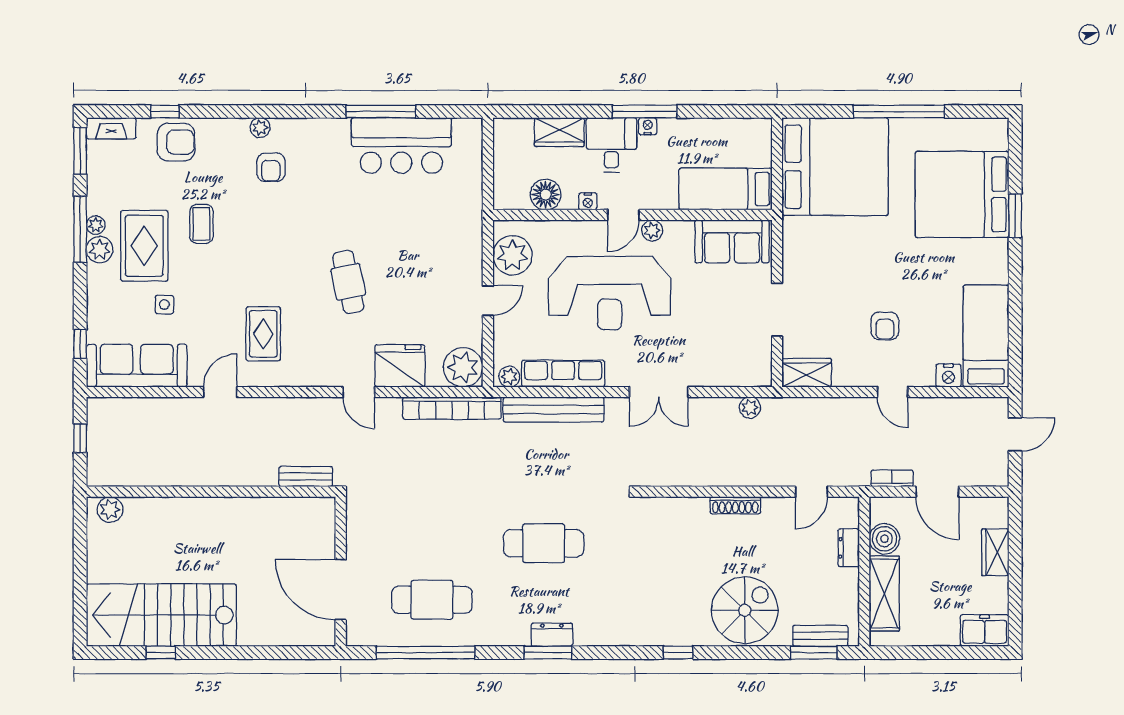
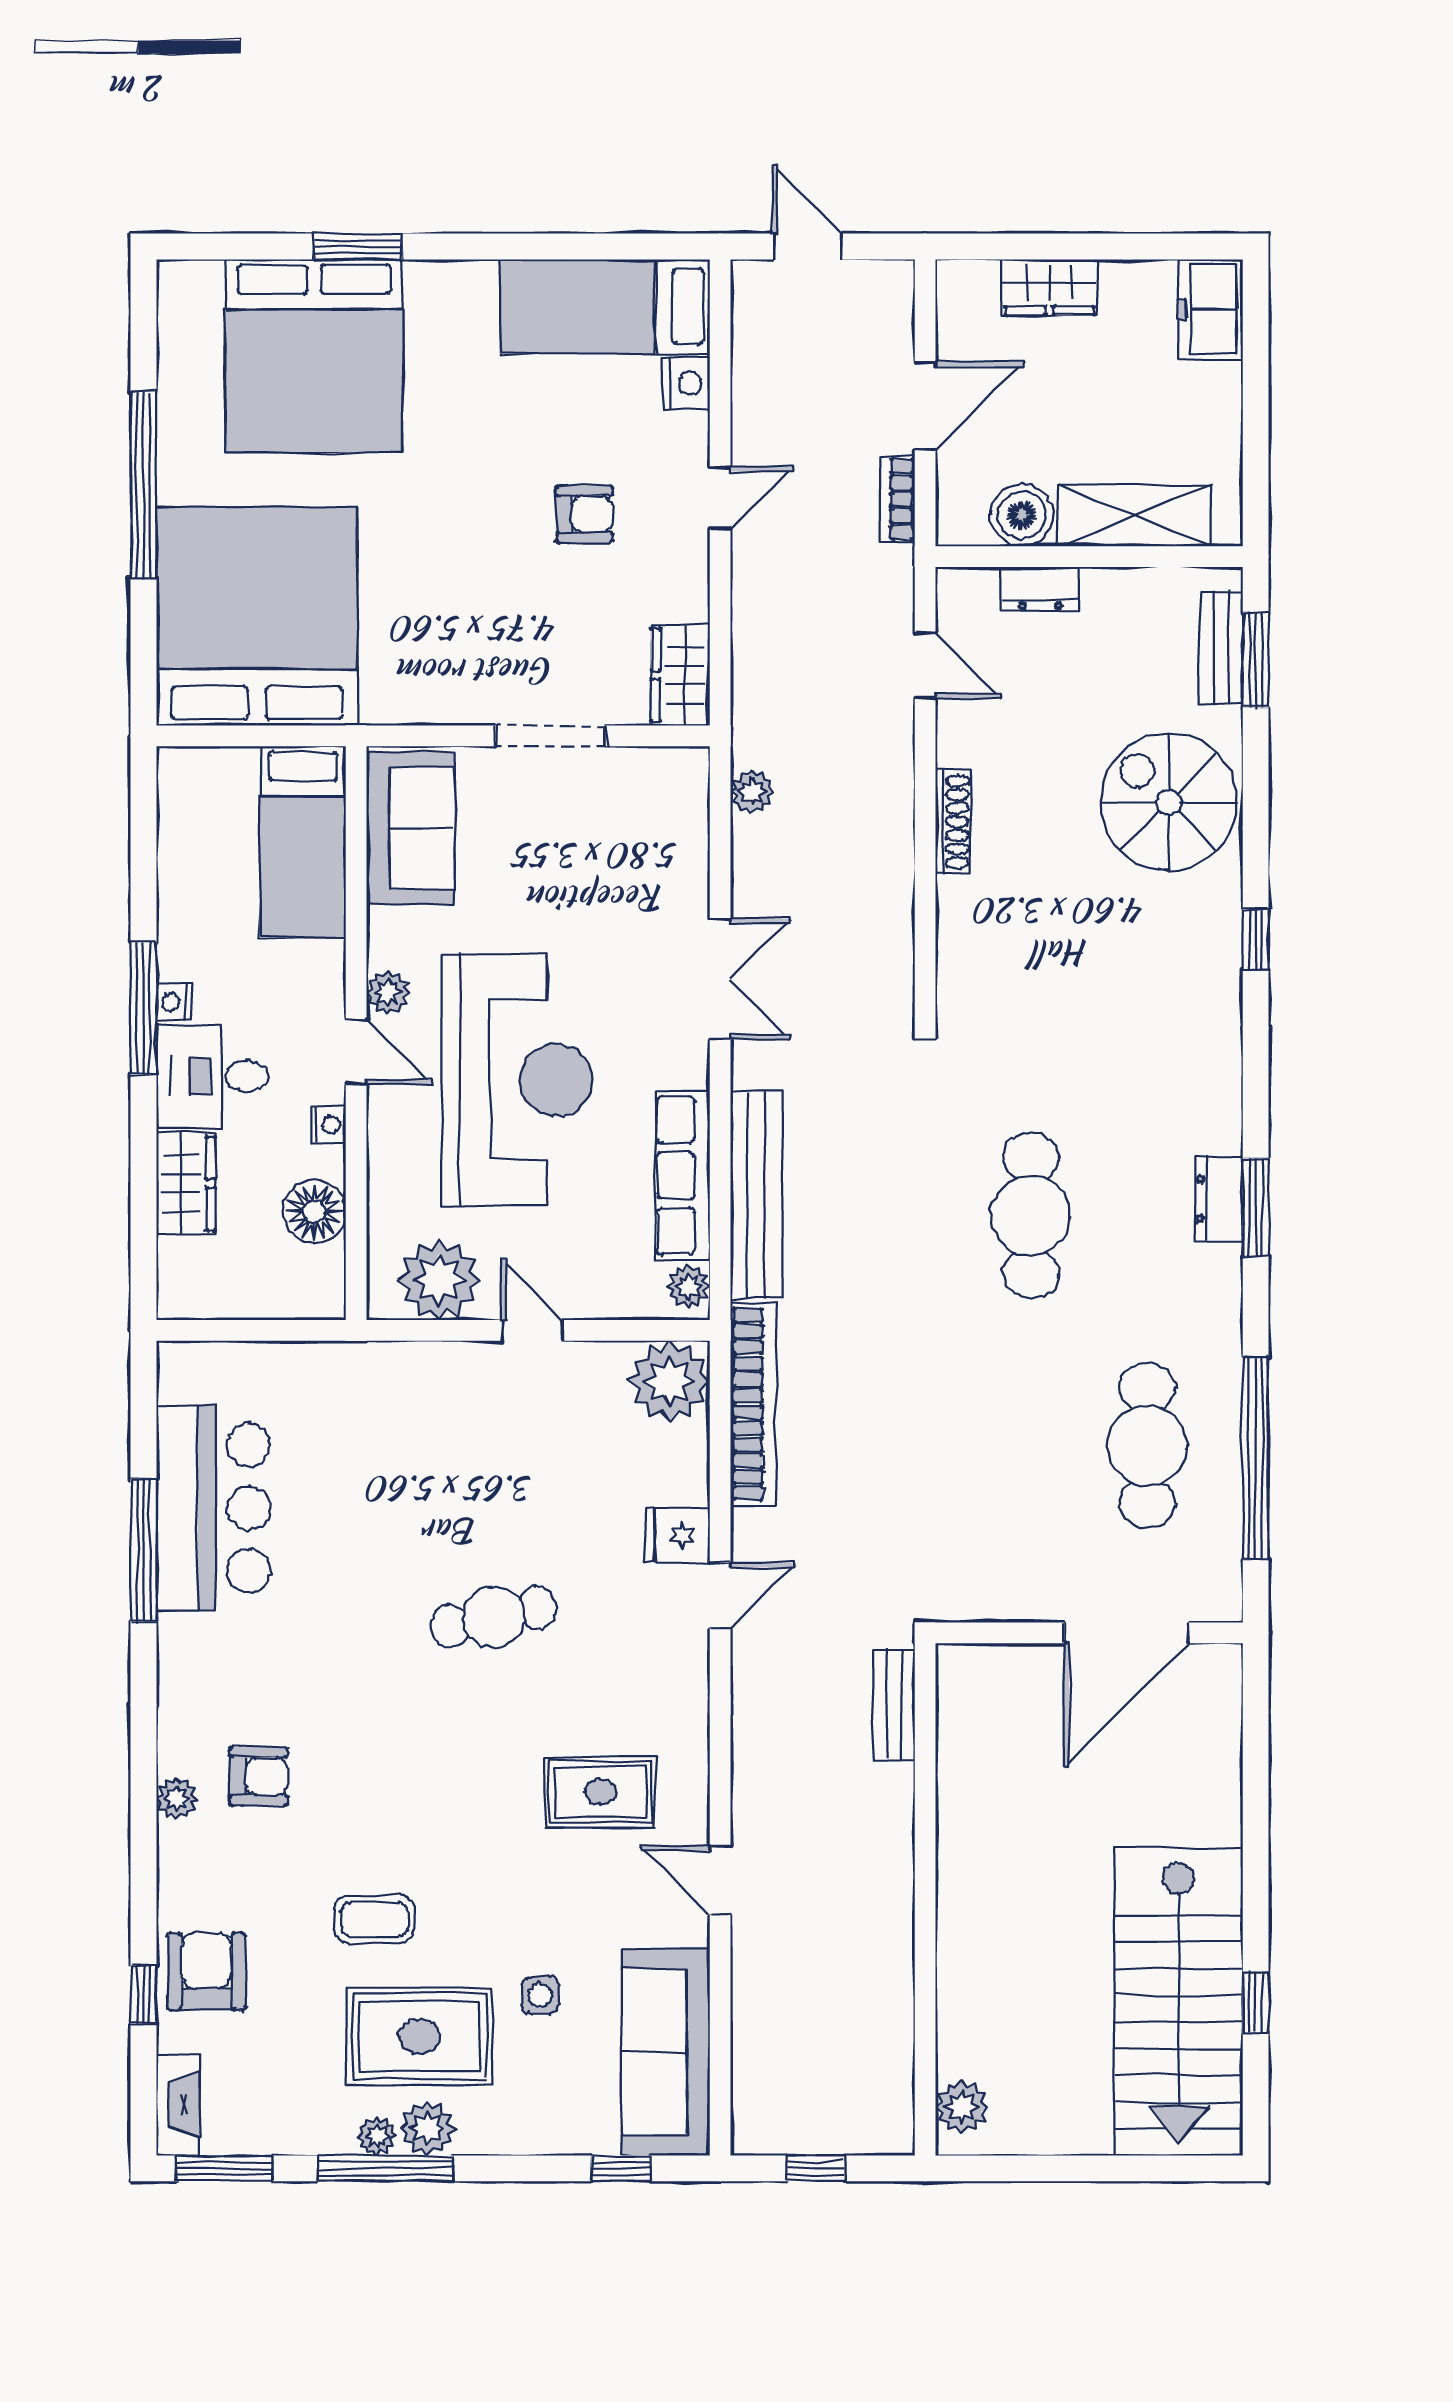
fridge: (400, 366) -> (677, 1535), width x0.53, depth x0.75

